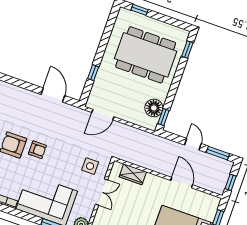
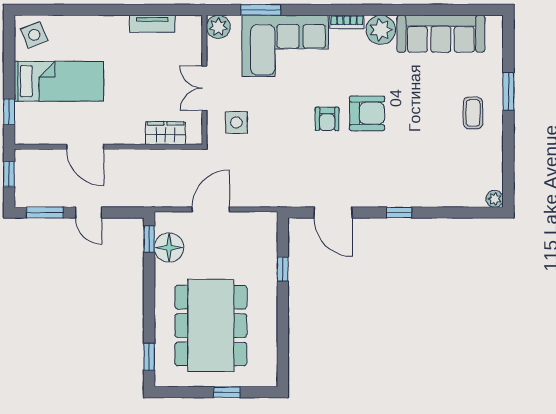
window: (140, 10) -> (227, 392), moved
dining table: (146, 55) -> (211, 326), turned 90
window: (15, 82) -> (399, 213), added
door: (103, 115) -> (211, 209), moved
armchair: (37, 150) -> (327, 119), turned -90

